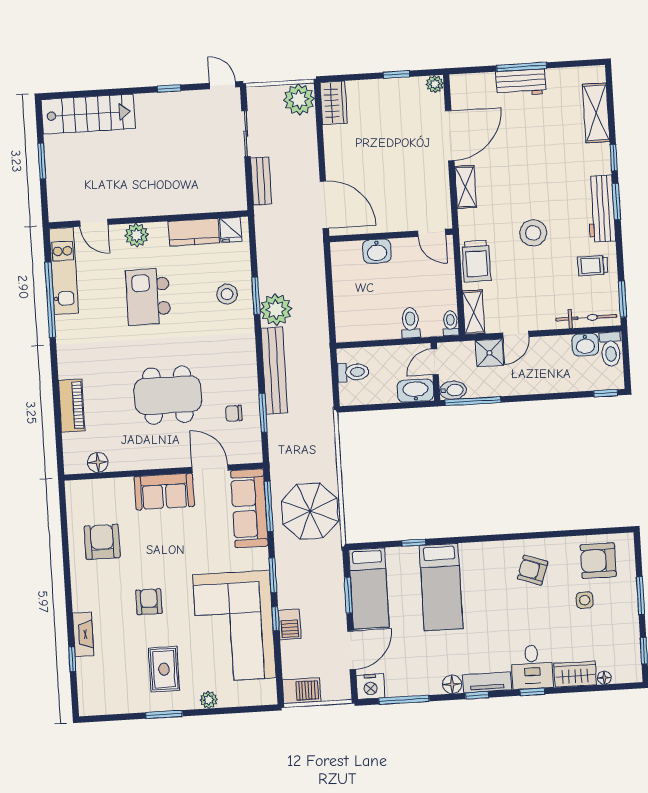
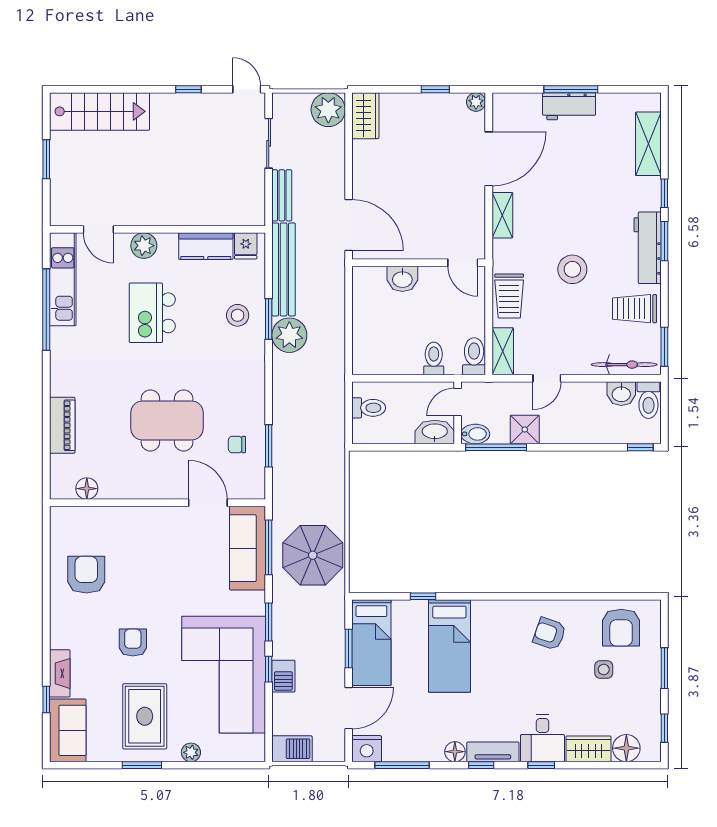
trolley: (593, 266) -> (635, 309), width x1.36, depth x1.39
toilet: (451, 323) -> (474, 356), width x1.37, depth x1.39
shower: (489, 353) -> (525, 429), moved
bench: (274, 371) -> (284, 269), moved
sofa: (164, 491) -> (68, 730), moved, turned -90
armchair: (598, 561) -> (621, 628), turned -90
rug: (164, 669) -> (145, 716), width x1.36, depth x1.43
floor lamp: (604, 678) -> (626, 748), width x1.89, depth x1.89

